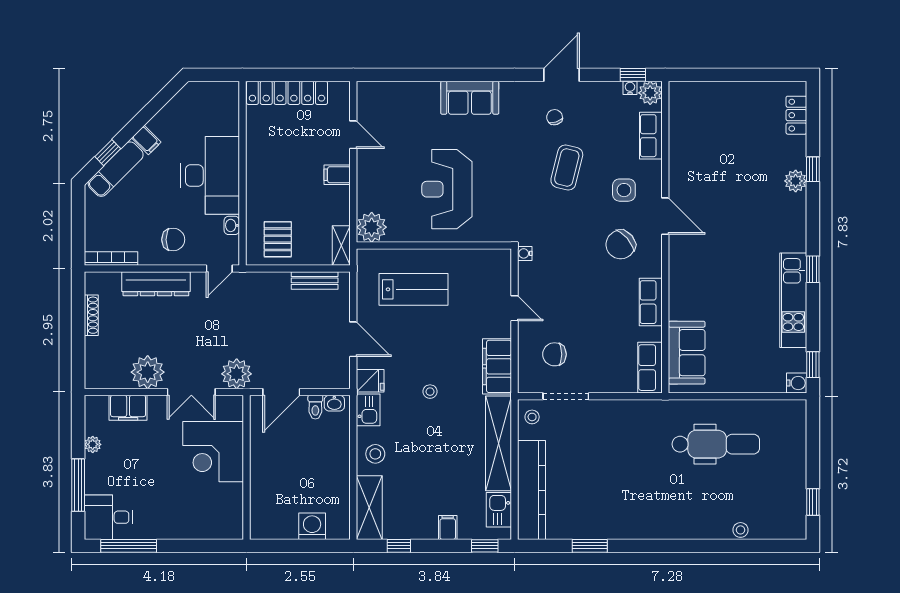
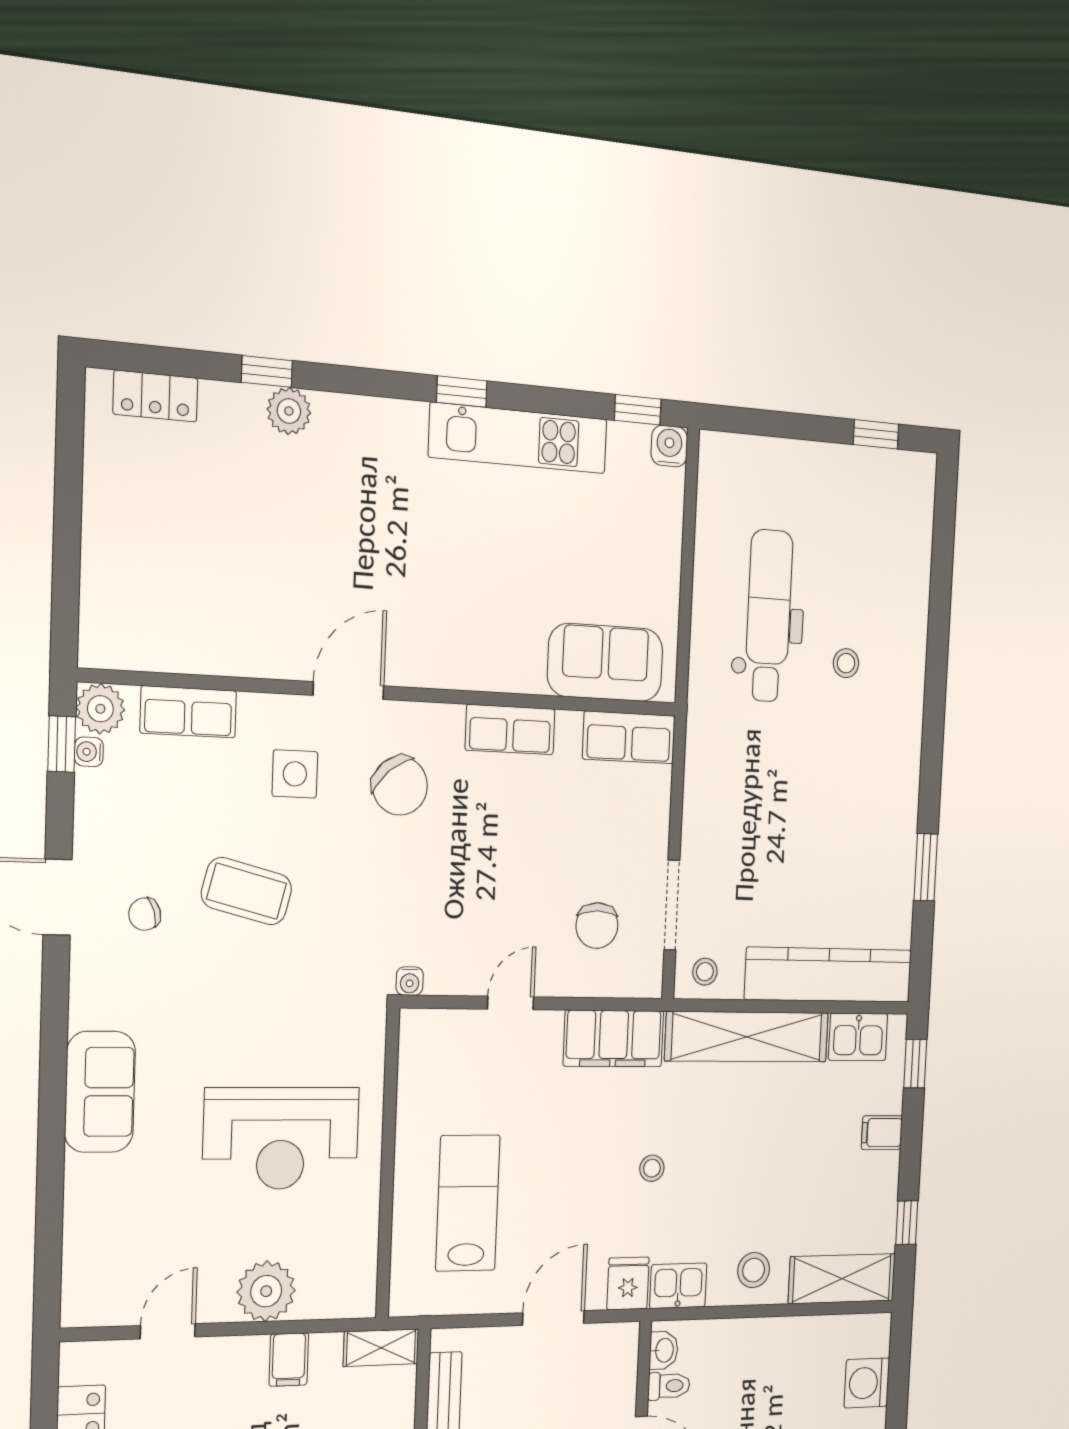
filing cabinet: (337, 175) -> (289, 1360), moved
plant: (372, 227) -> (266, 1291), moved
stool: (740, 530) -> (846, 663), moved

